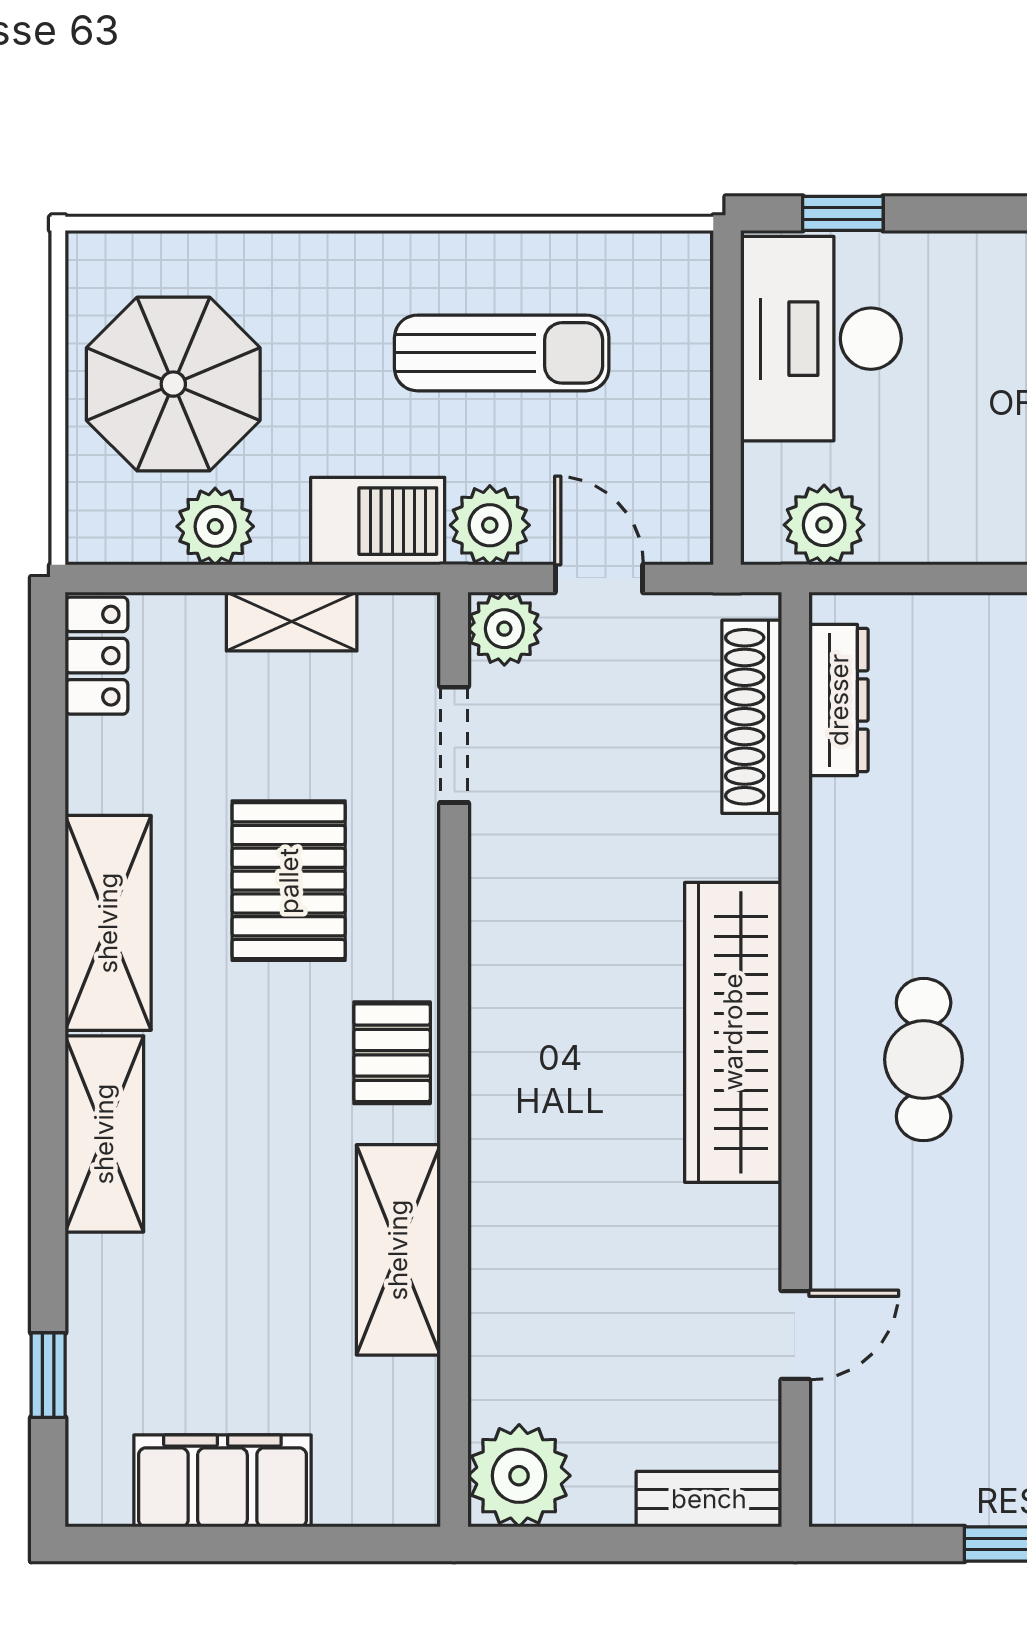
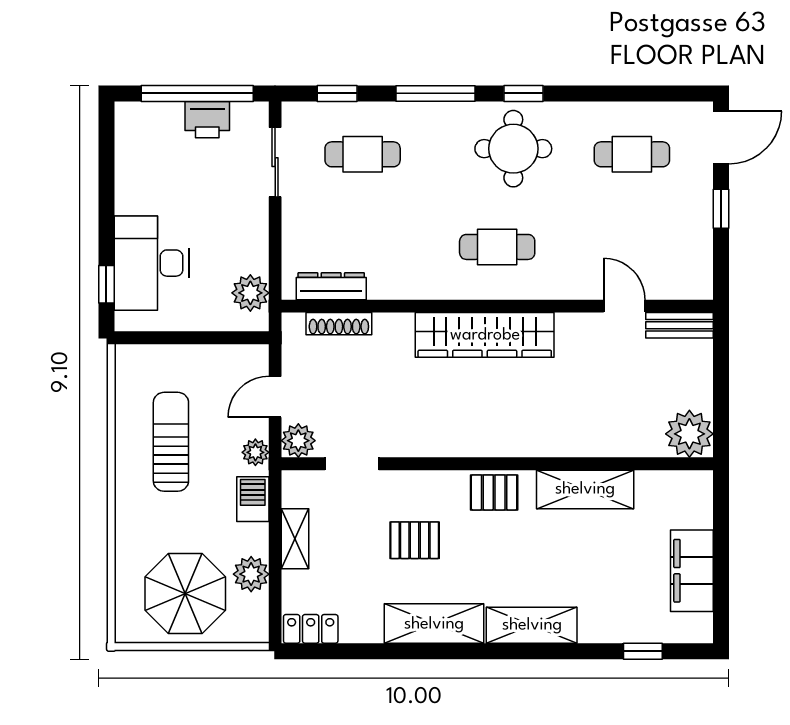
desk: (821, 339) -> (151, 263), moved, turned 90
barbecue: (378, 521) -> (253, 499), width x0.73, depth x0.79
plant: (490, 525) -> (255, 452), width x0.73, depth x0.73
shoe rack: (752, 717) -> (339, 324), width x0.74, depth x0.81
pallet: (289, 881) -> (415, 540), width x0.67, depth x0.71
bench: (709, 1499) -> (679, 325), moved, turned 90

